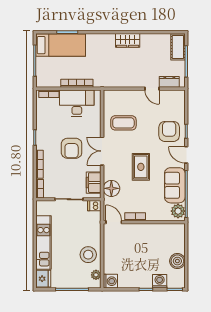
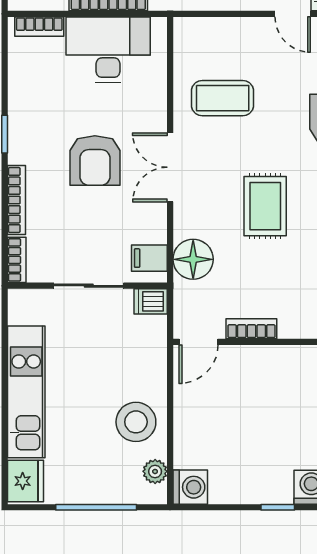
filing cabinet: (94, 183) -> (149, 258), width x0.50
door: (114, 222) -> (199, 342), swing flipped

